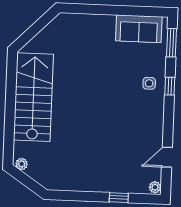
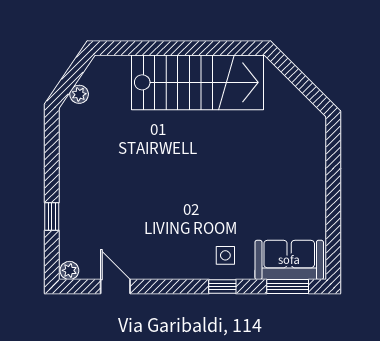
sofa: (139, 29) -> (289, 260), moved, turned 90
plant: (22, 164) -> (79, 94), moved

